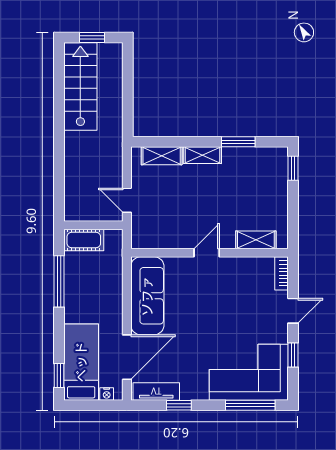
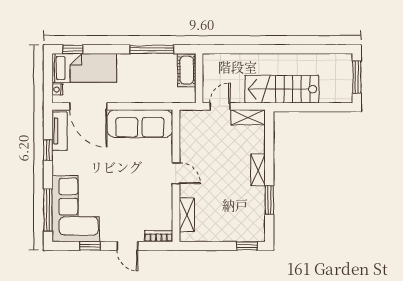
window: (92, 37) -> (357, 77), width x1.50
stairs: (80, 86) -> (282, 89), moved, turned 180
shelving: (162, 156) -> (248, 117), moved, turned 90

